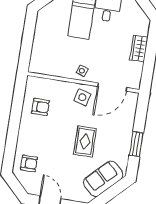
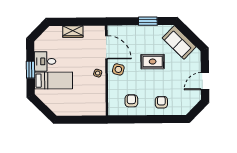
armchair: (29, 163) -> (161, 102), moved

